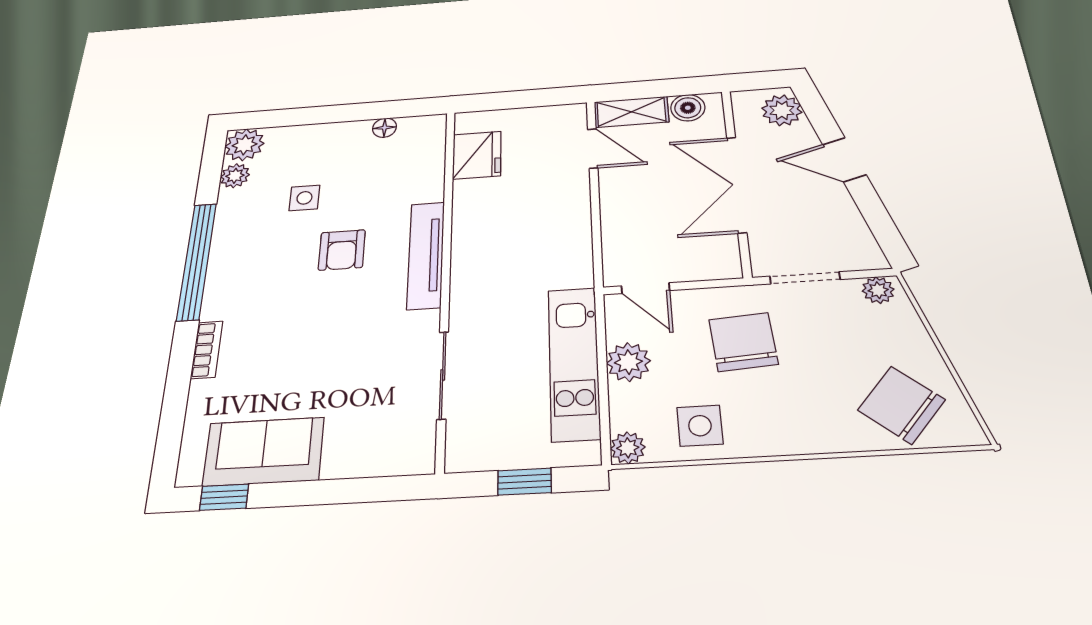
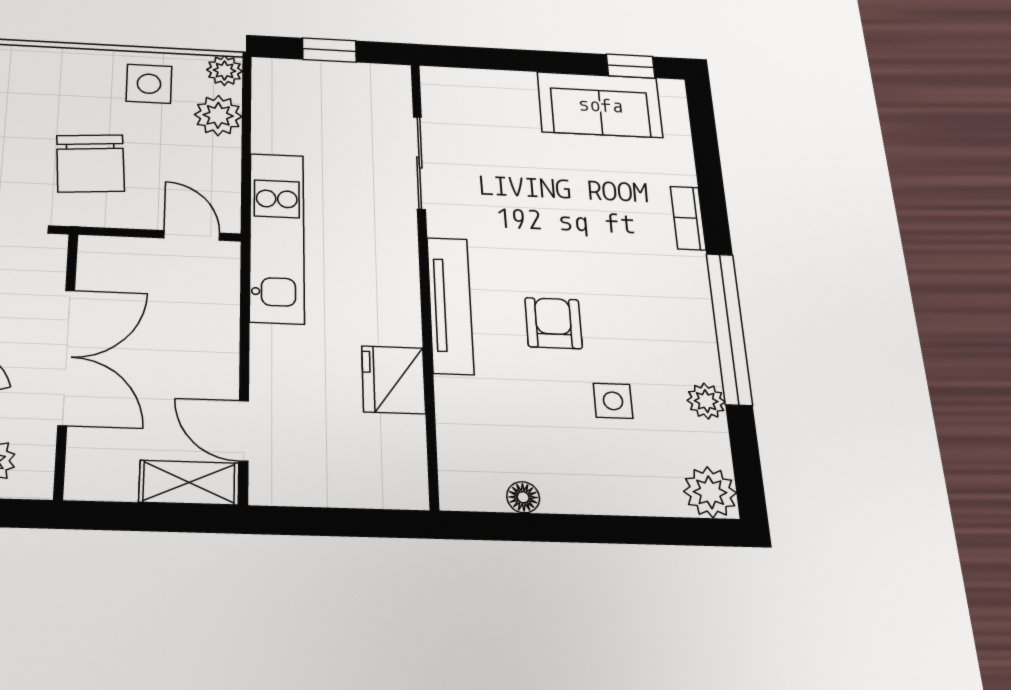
boiler: (688, 108) -> (113, 480), removed
fridge: (477, 155) -> (393, 380), moved
plant: (235, 176) -> (706, 401), moved
plant: (628, 362) -> (218, 115), moved
kitchen unit: (574, 363) -> (277, 237), moved

